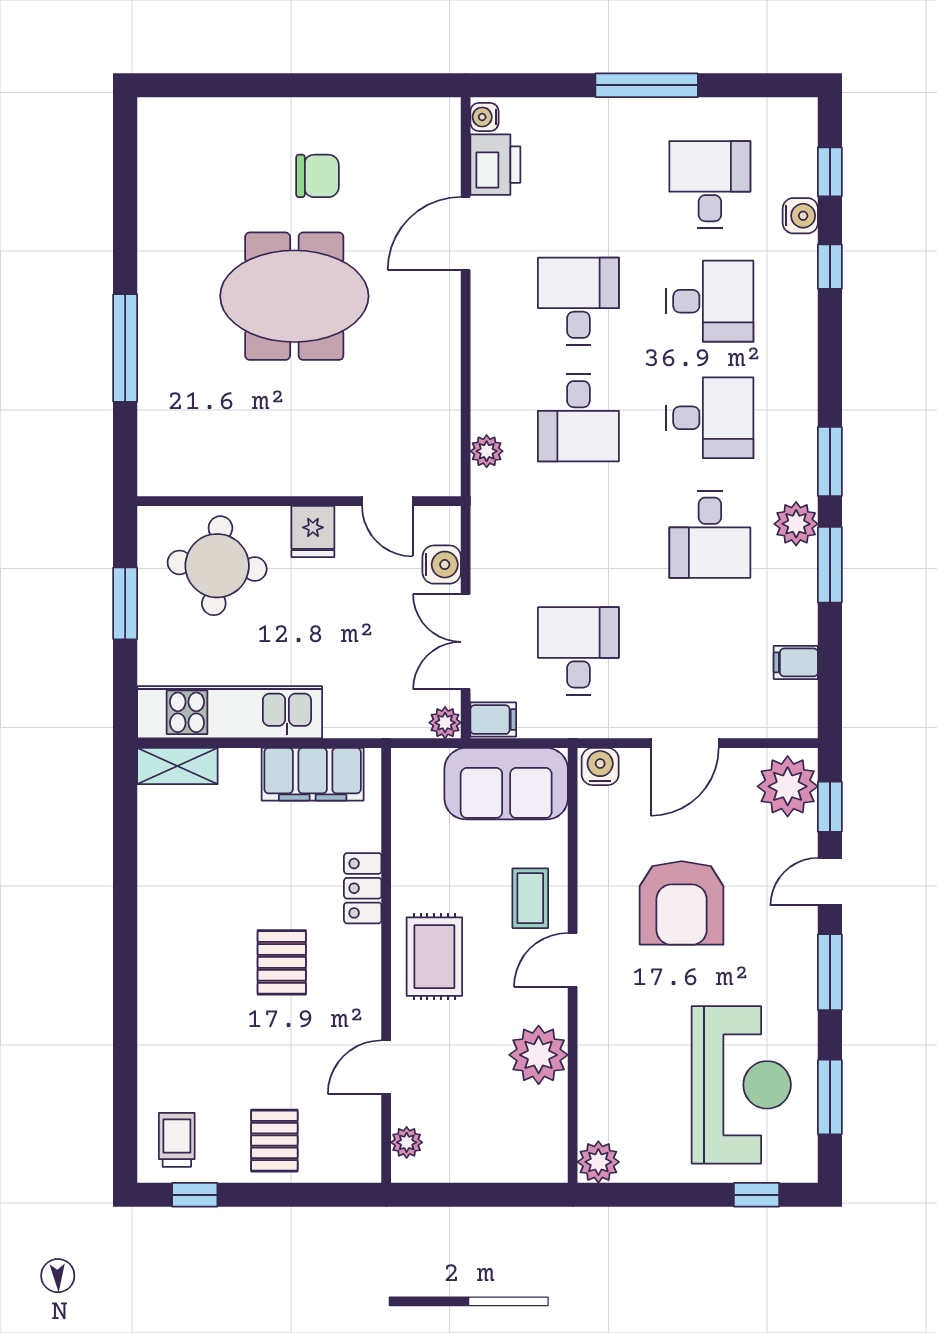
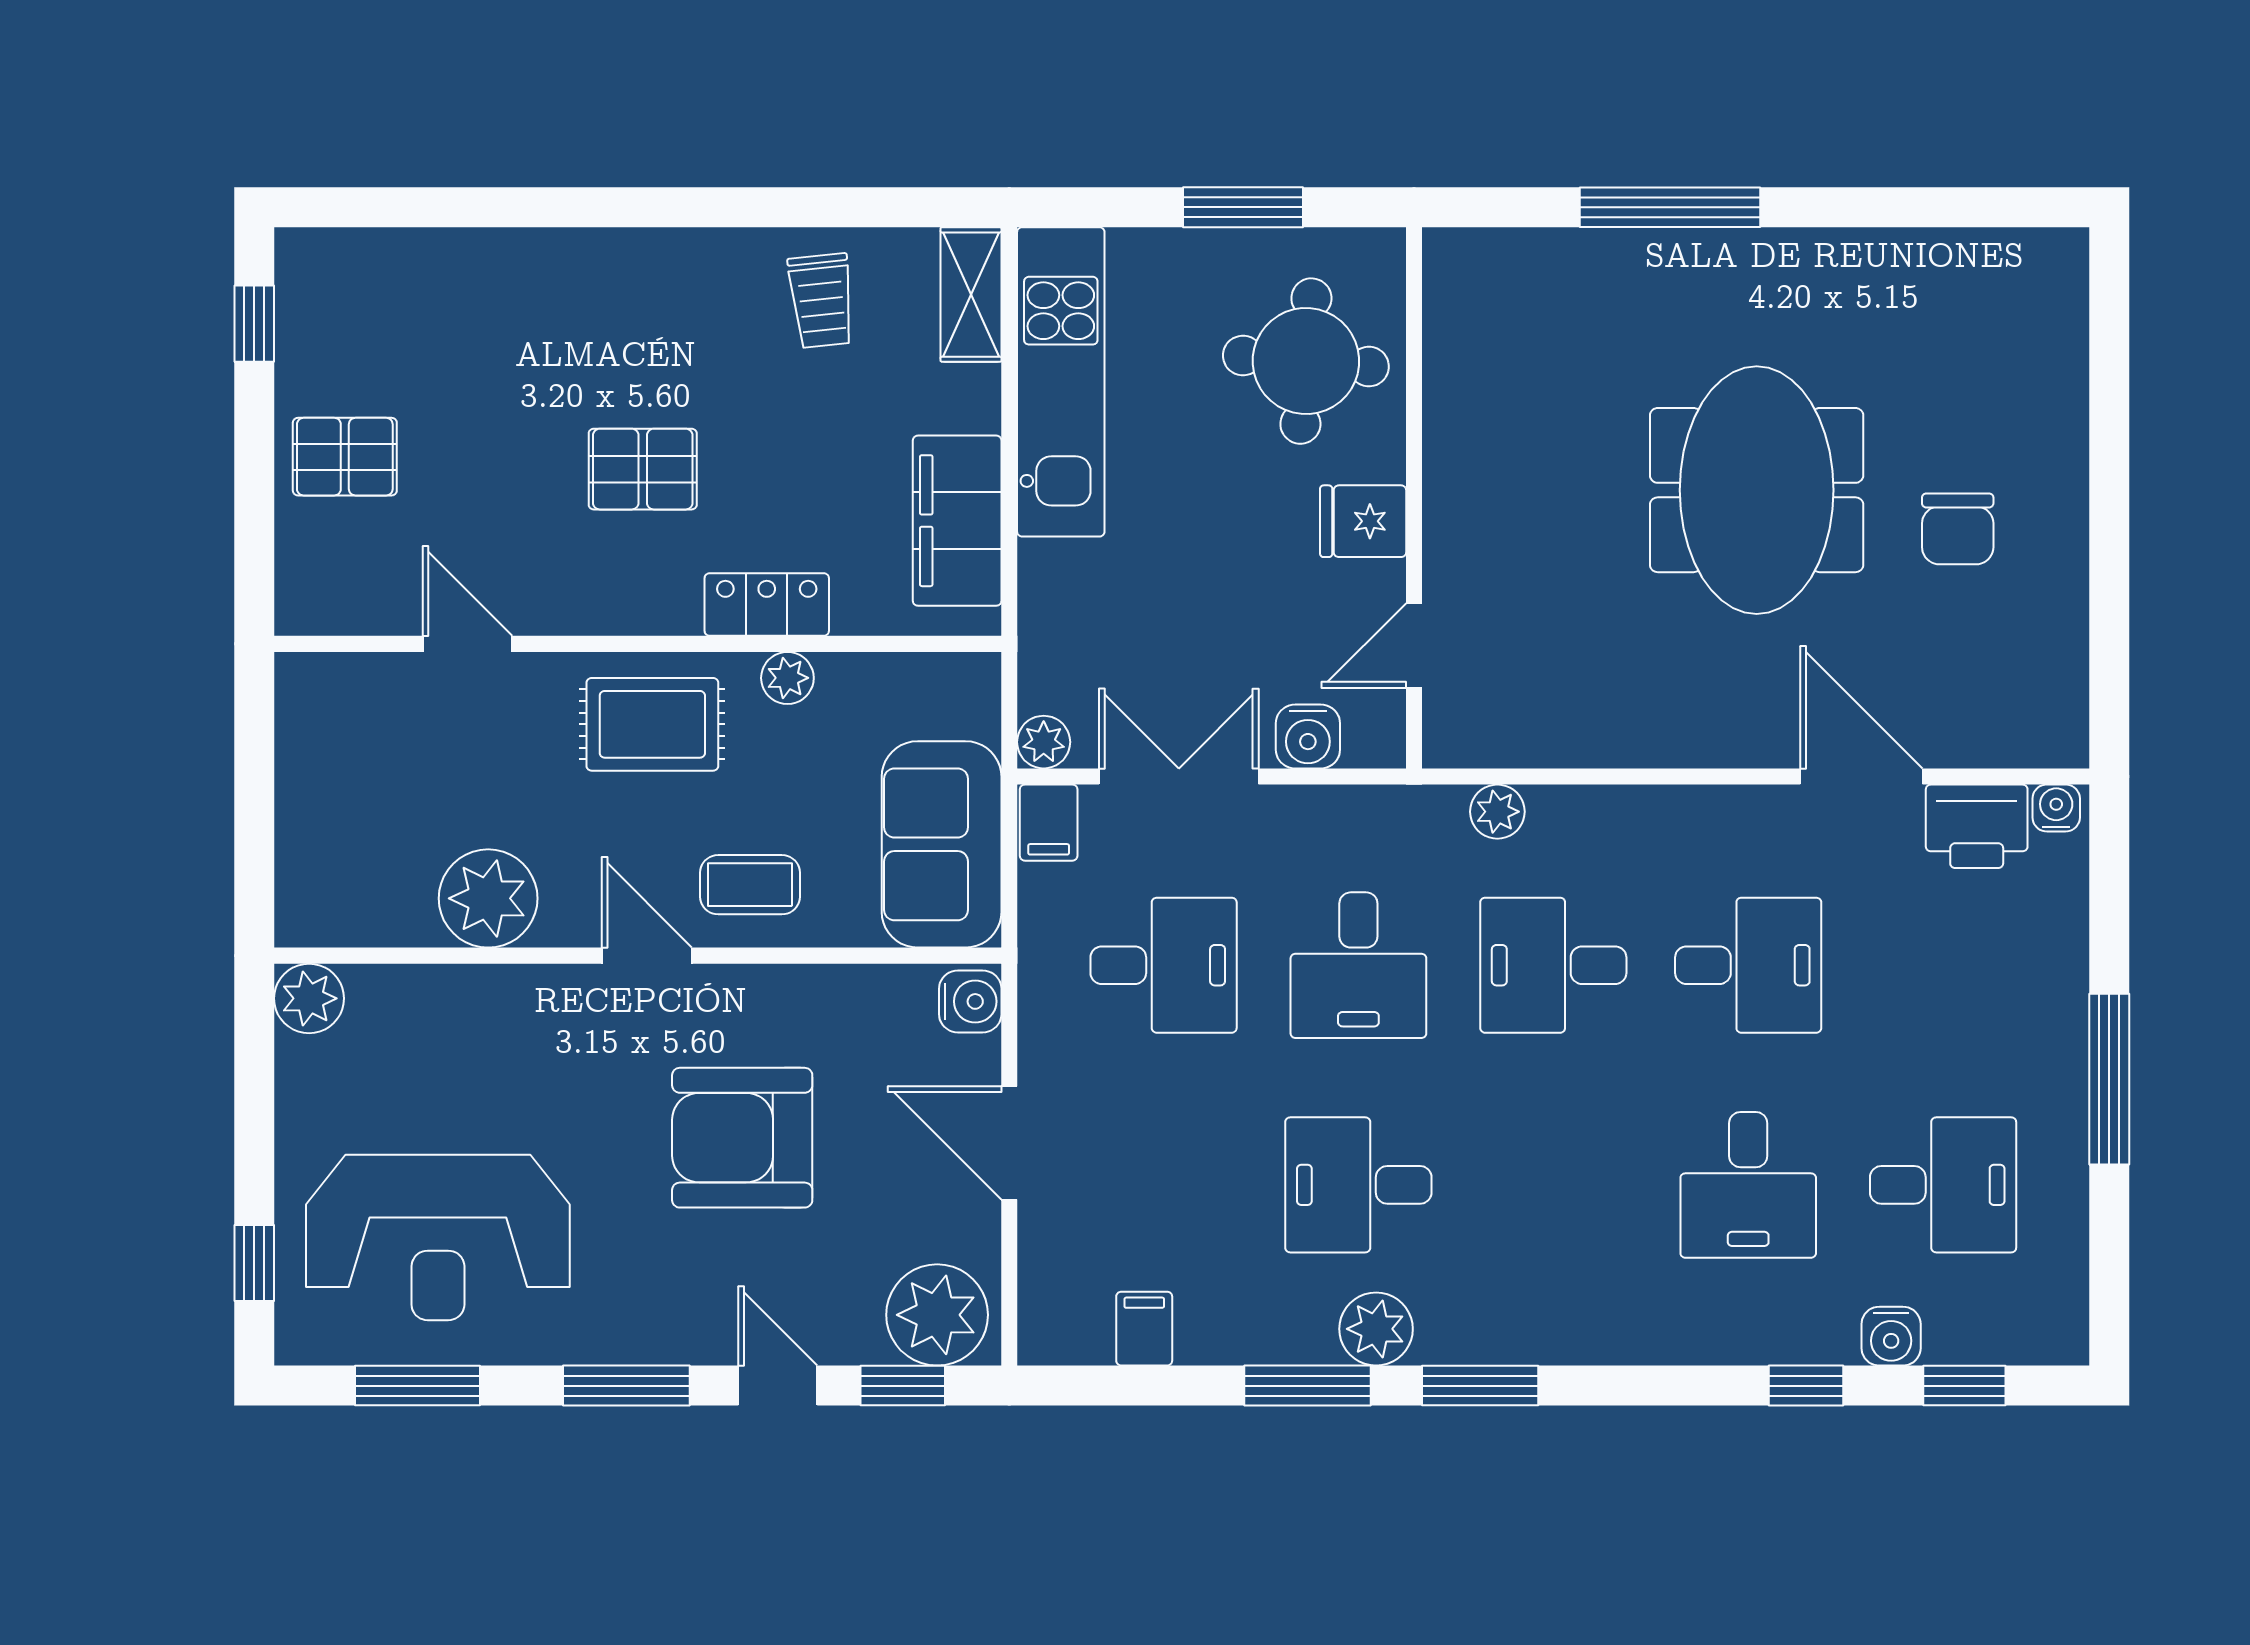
desk: (710, 418) -> (1358, 965), moved
trolley: (177, 1140) -> (821, 301), moved, turned 84
plant: (407, 1142) -> (787, 678), moved

